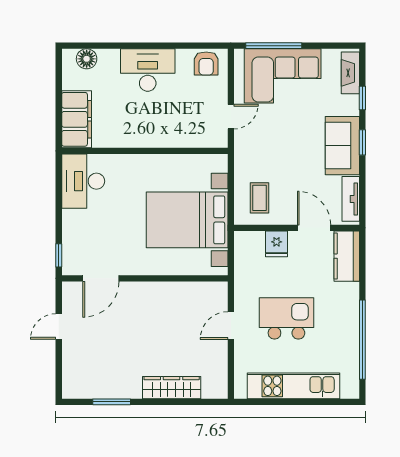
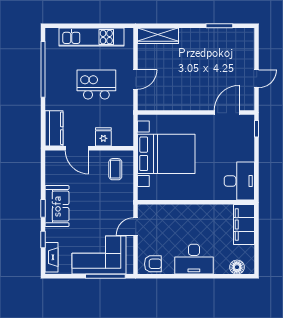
armchair: (206, 64) -> (153, 264), turned 90
tv unit: (351, 199) -> (51, 168), removed
kitchen island: (286, 318) -> (96, 84), turned 180
wardrobe: (172, 388) -> (158, 36), moved

